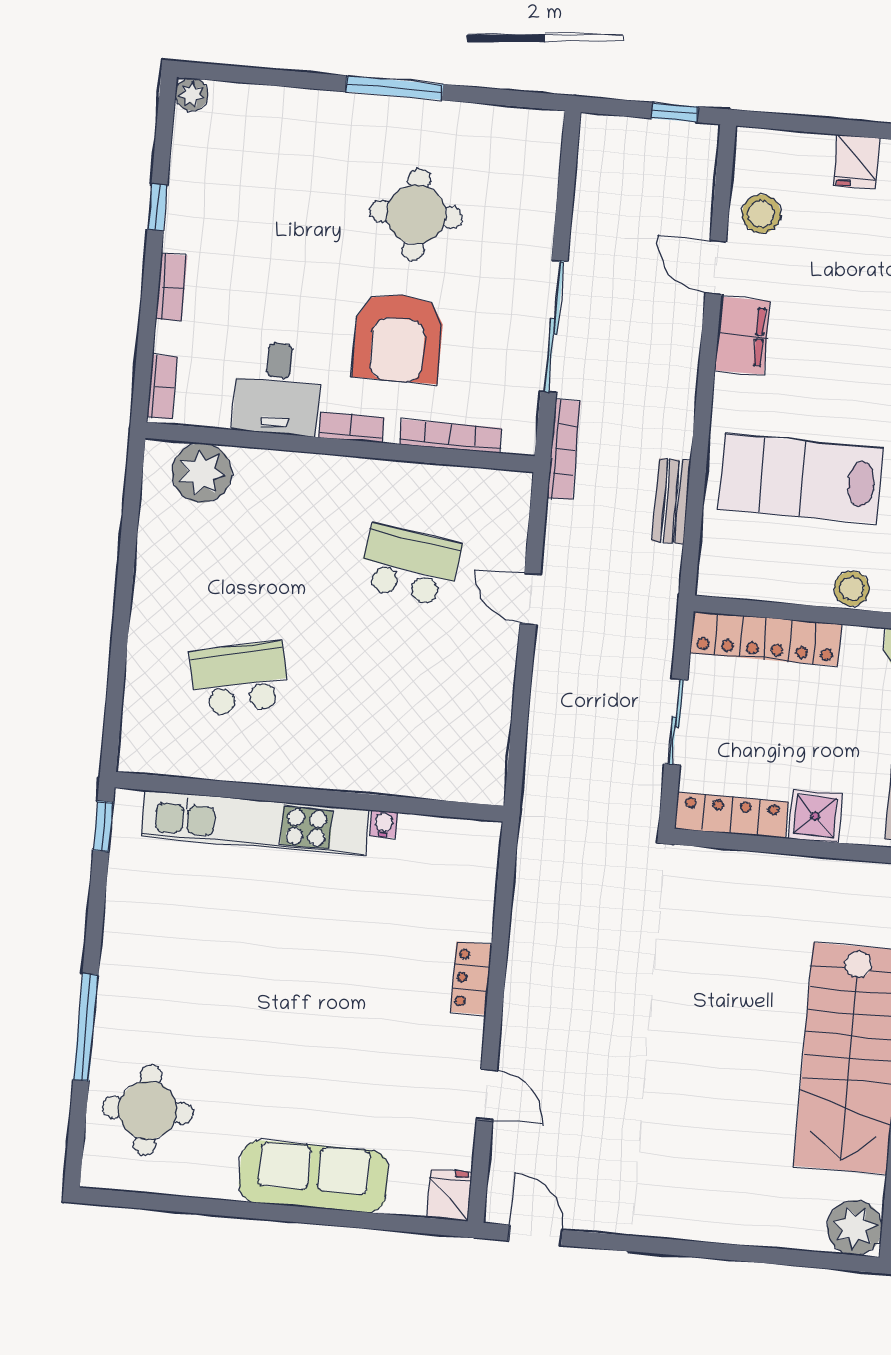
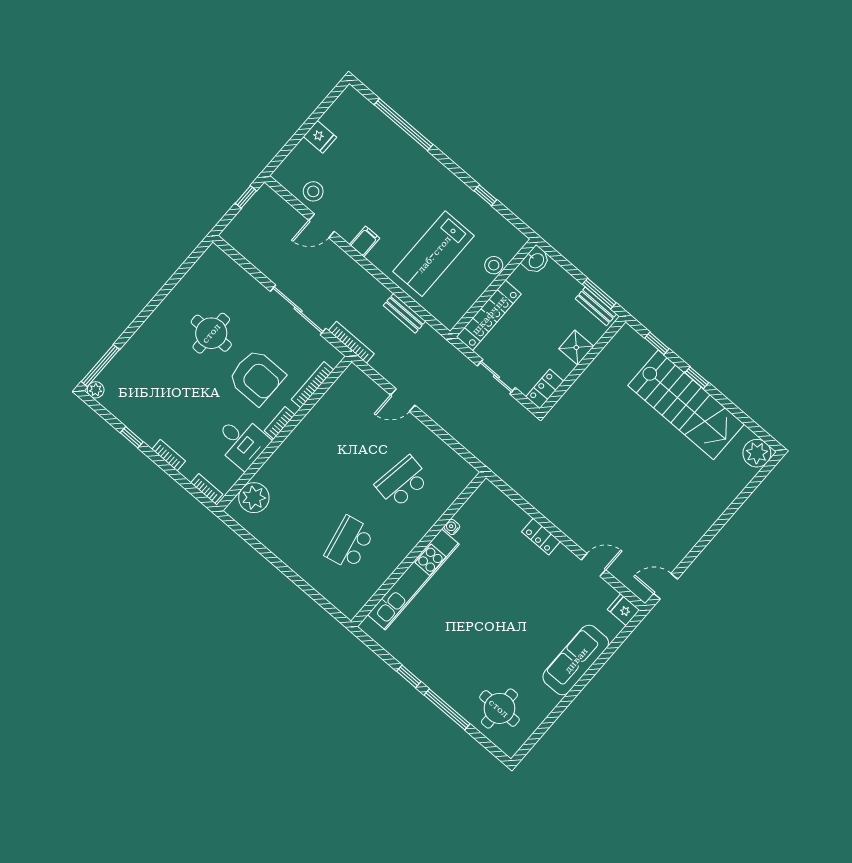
window: (394, 88) -> (100, 366), moved
filing cabinet: (742, 336) -> (365, 241), width x0.50
school desk: (410, 565) -> (402, 482), moved
locker: (731, 815) -> (545, 389), width x0.66
window: (103, 826) -> (409, 676), moved

